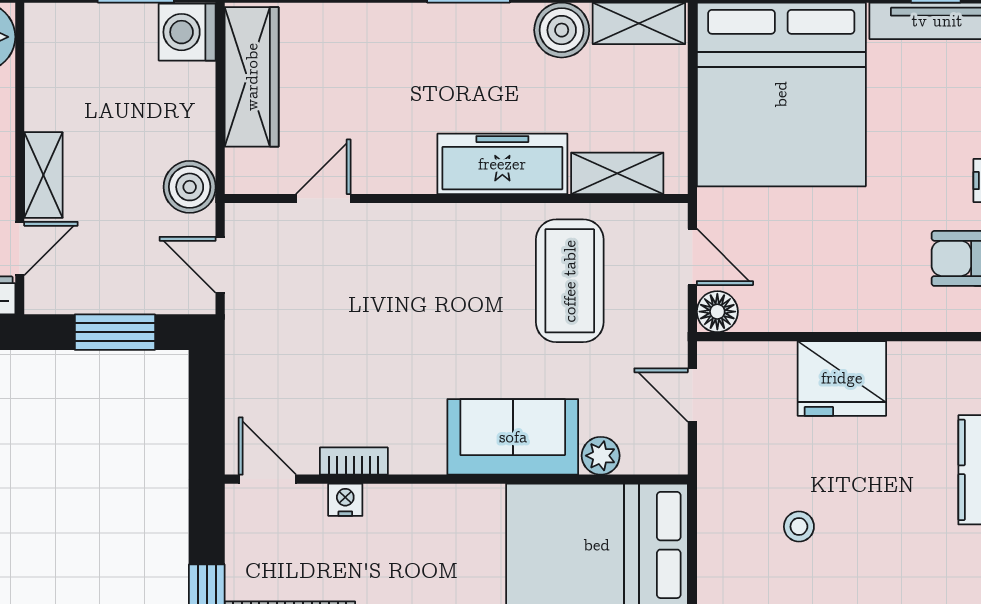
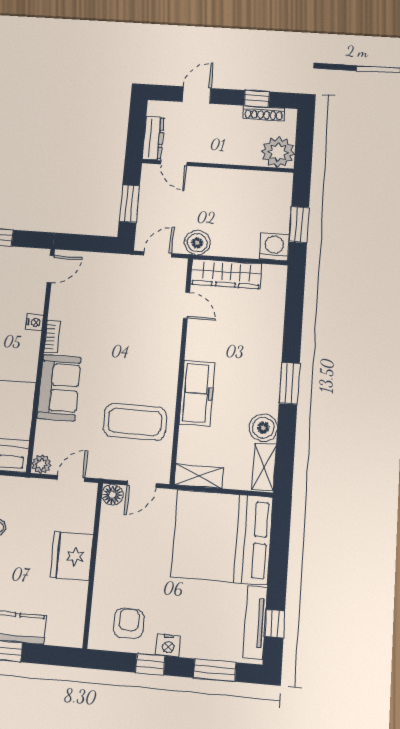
wardrobe: (252, 77) -> (226, 274), moved
shelving: (617, 173) -> (199, 476), moved, turned 90
shelving: (43, 175) -> (209, 176), removed
plant: (601, 456) -> (41, 464), moved
bookcase: (354, 461) -> (52, 337), moved
nightstand: (345, 500) -> (35, 322), moved

